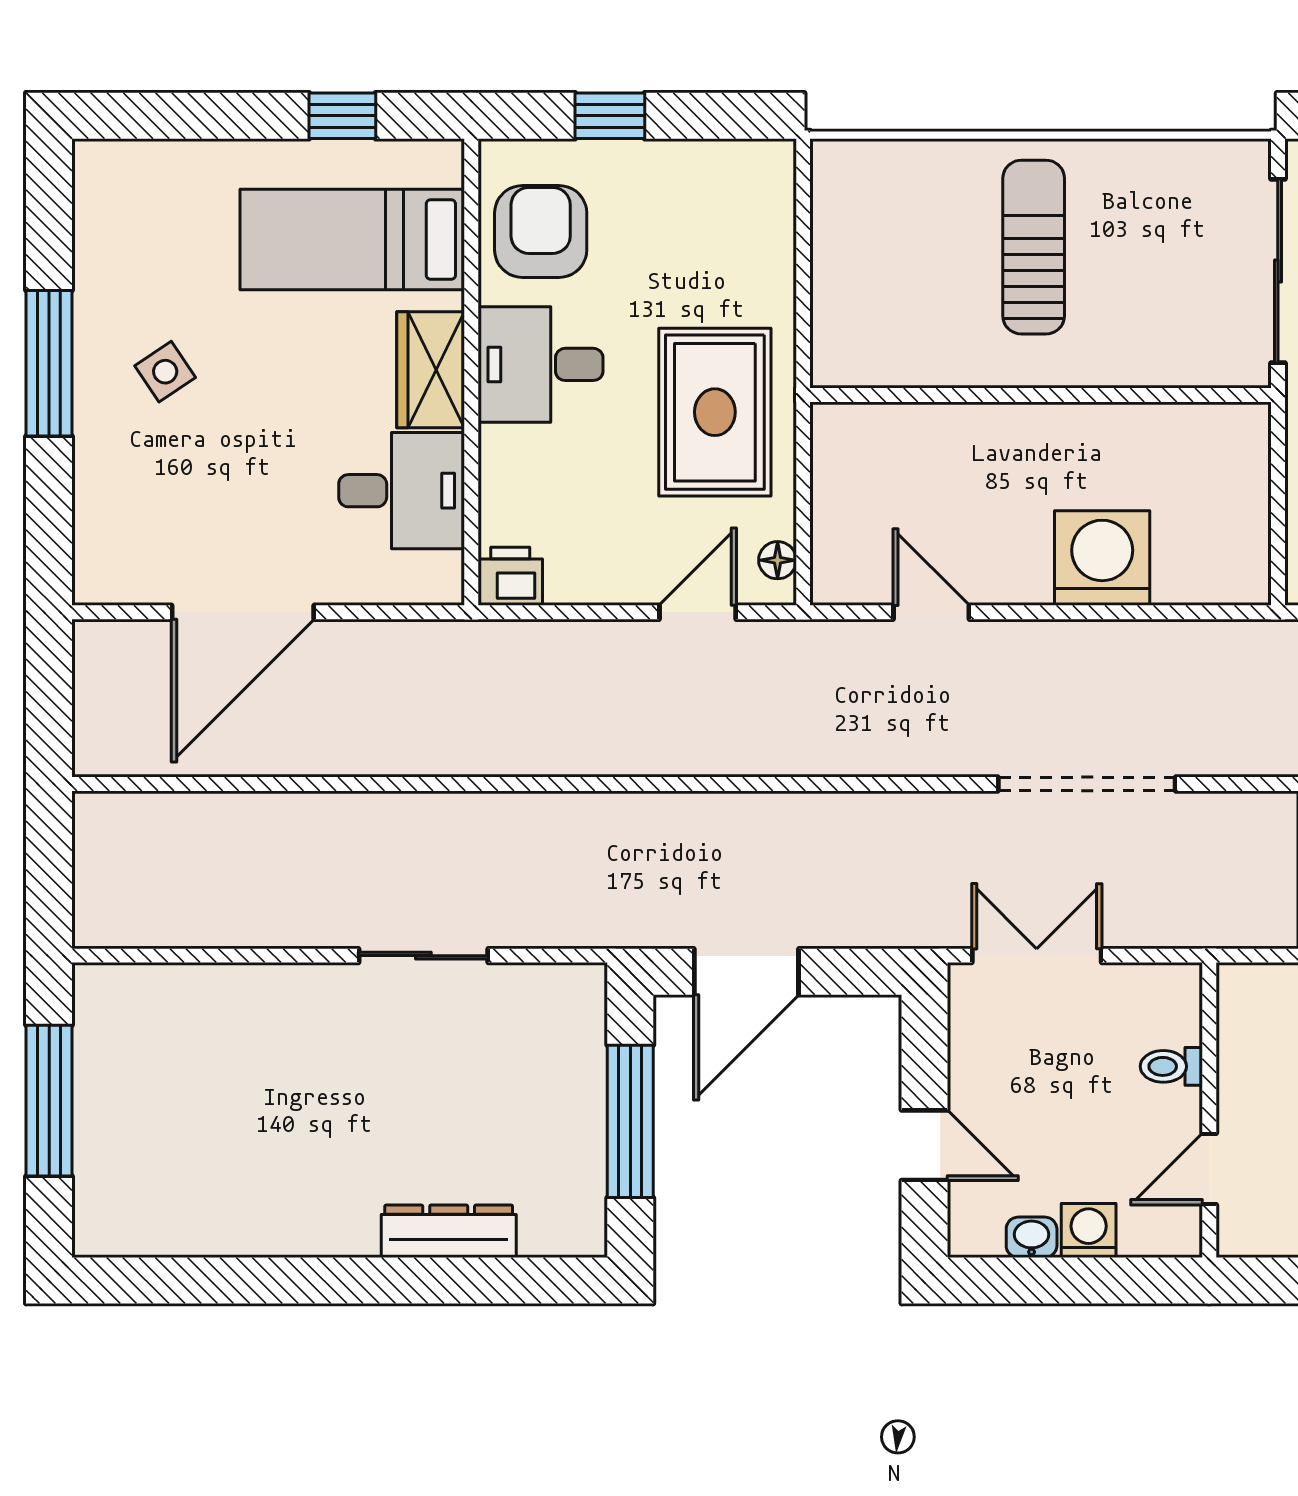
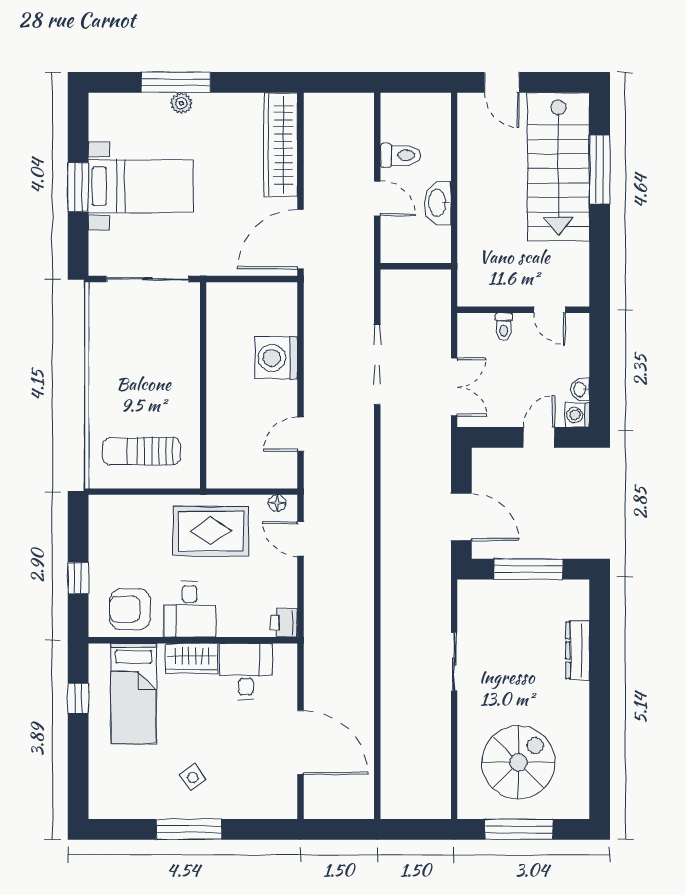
sun lounger: (1034, 247) -> (141, 451), moved
double door: (1037, 956) -> (454, 387), swing flipped
spiral stairs: (199, 1099) -> (518, 762), added
washing machine: (1089, 1230) -> (577, 415), moved

